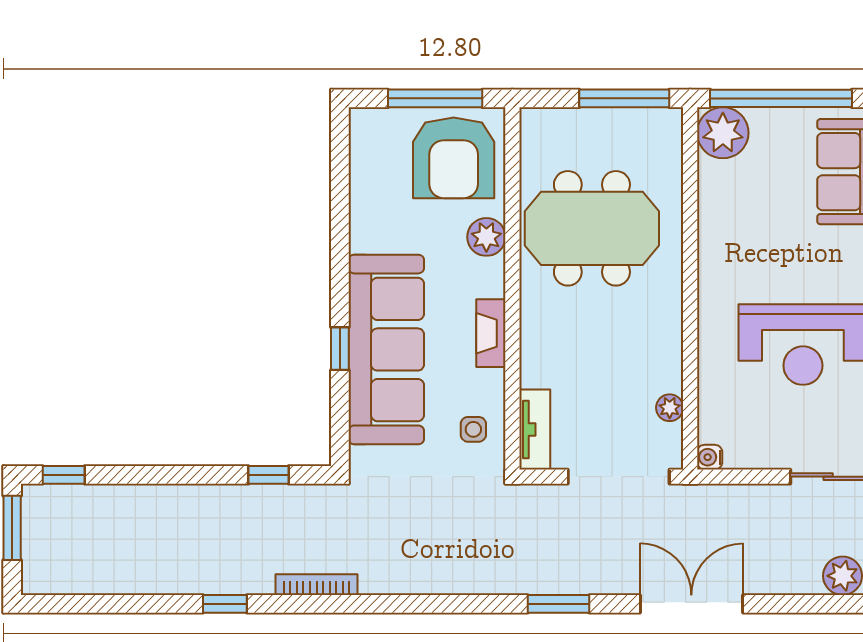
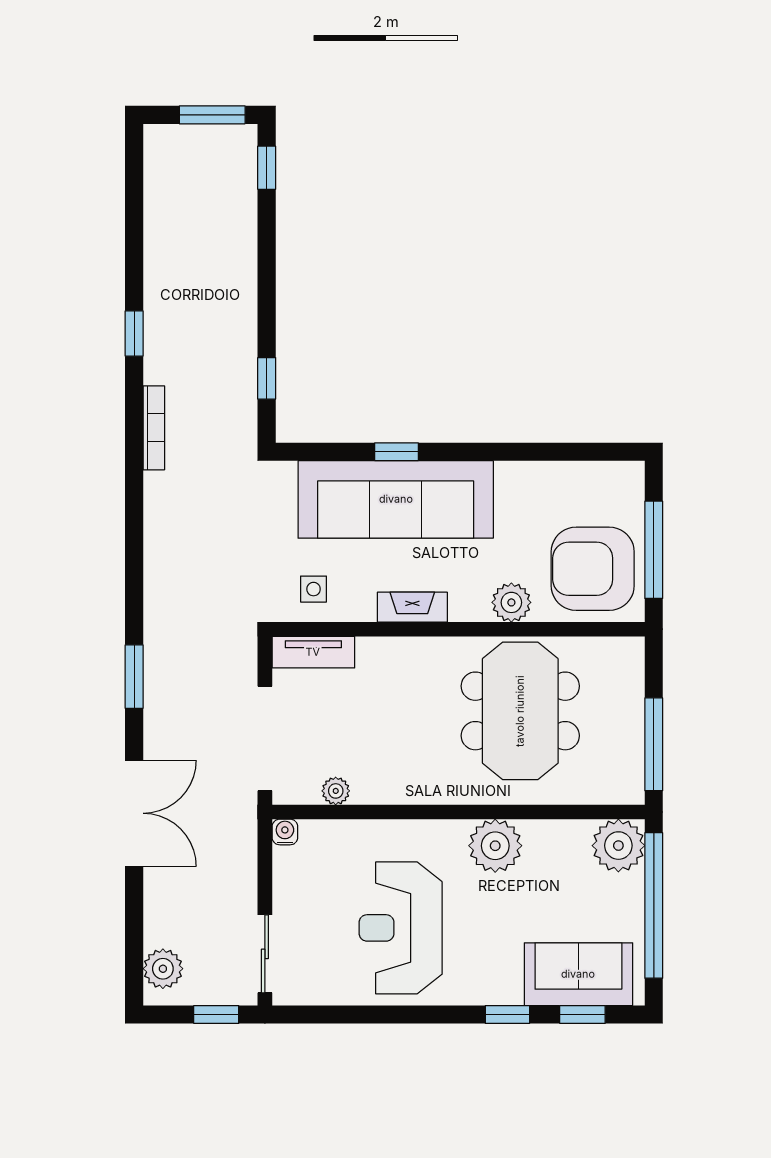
plant: (723, 253) -> (495, 846), added

